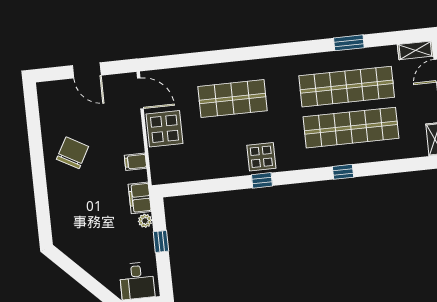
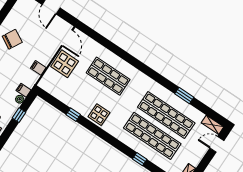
window: (343, 172) -> (140, 159), moved
window: (262, 180) -> (73, 115), moved
filing cabinet: (140, 198) -> (24, 90), width x0.50

